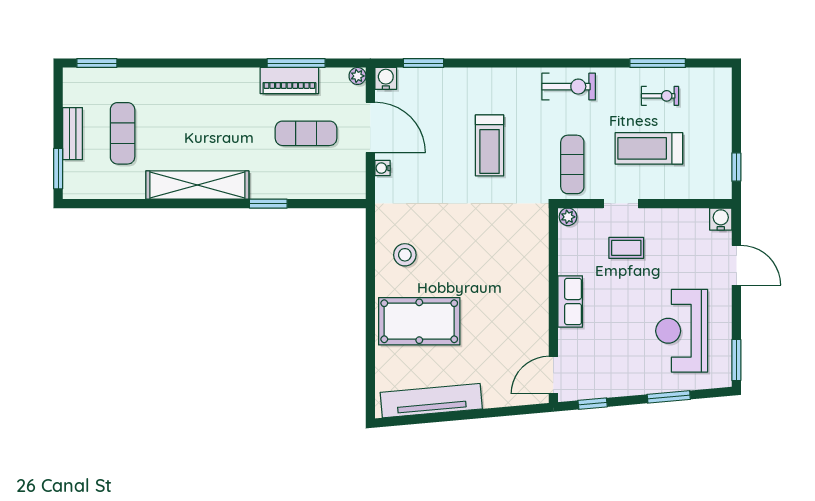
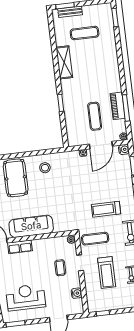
bench: (73, 134) -> (70, 12), moved
treadmill: (490, 145) -> (106, 209), moved
treadmill: (649, 148) -> (107, 273), turned 180
shelving: (197, 185) -> (64, 62), width x0.68
water cooler: (721, 219) -> (77, 293), moved
sofa: (529, 300) -> (31, 226), added
row of seats: (570, 302) -> (20, 247), moved

